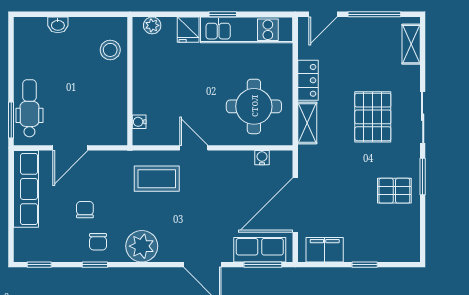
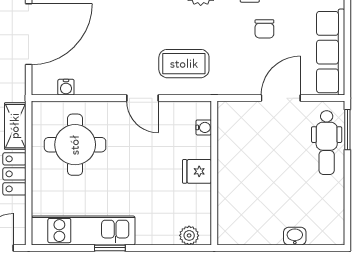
fridge: (188, 30) -> (197, 171), moved, turned -90
stool: (110, 50) -> (236, 208), removed

